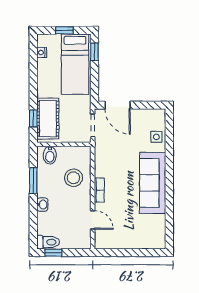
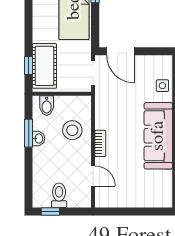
washbasin: (42, 205) -> (38, 138), moved
toilet: (48, 242) -> (59, 195), moved, turned -90

